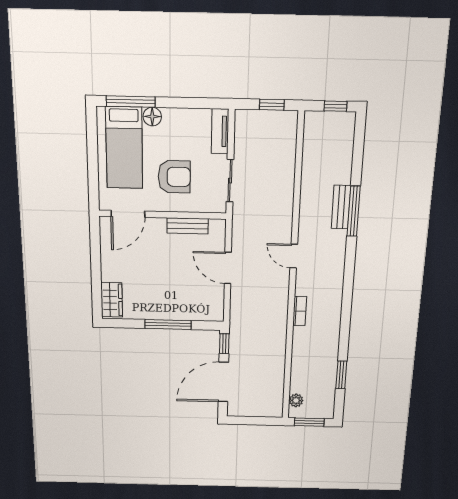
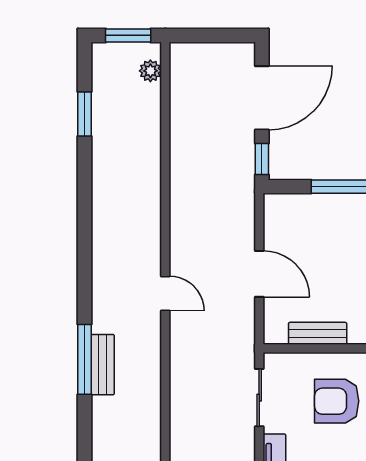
bookcase: (300, 311) -> (153, 212), removed

